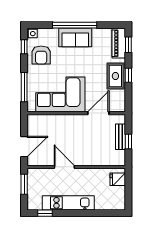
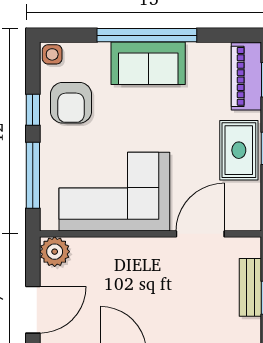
window: (24, 47) -> (33, 110), moved
plant: (34, 121) -> (55, 252), added

